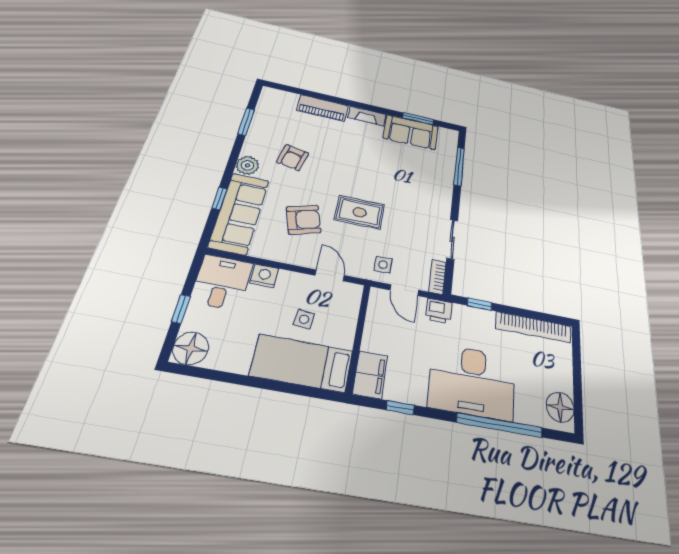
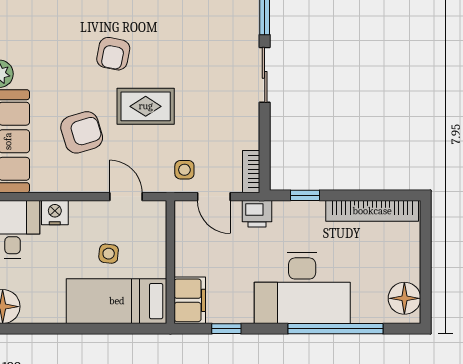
armchair: (293, 158) -> (113, 54), moved
sliding door: (452, 239) -> (265, 75), moved

